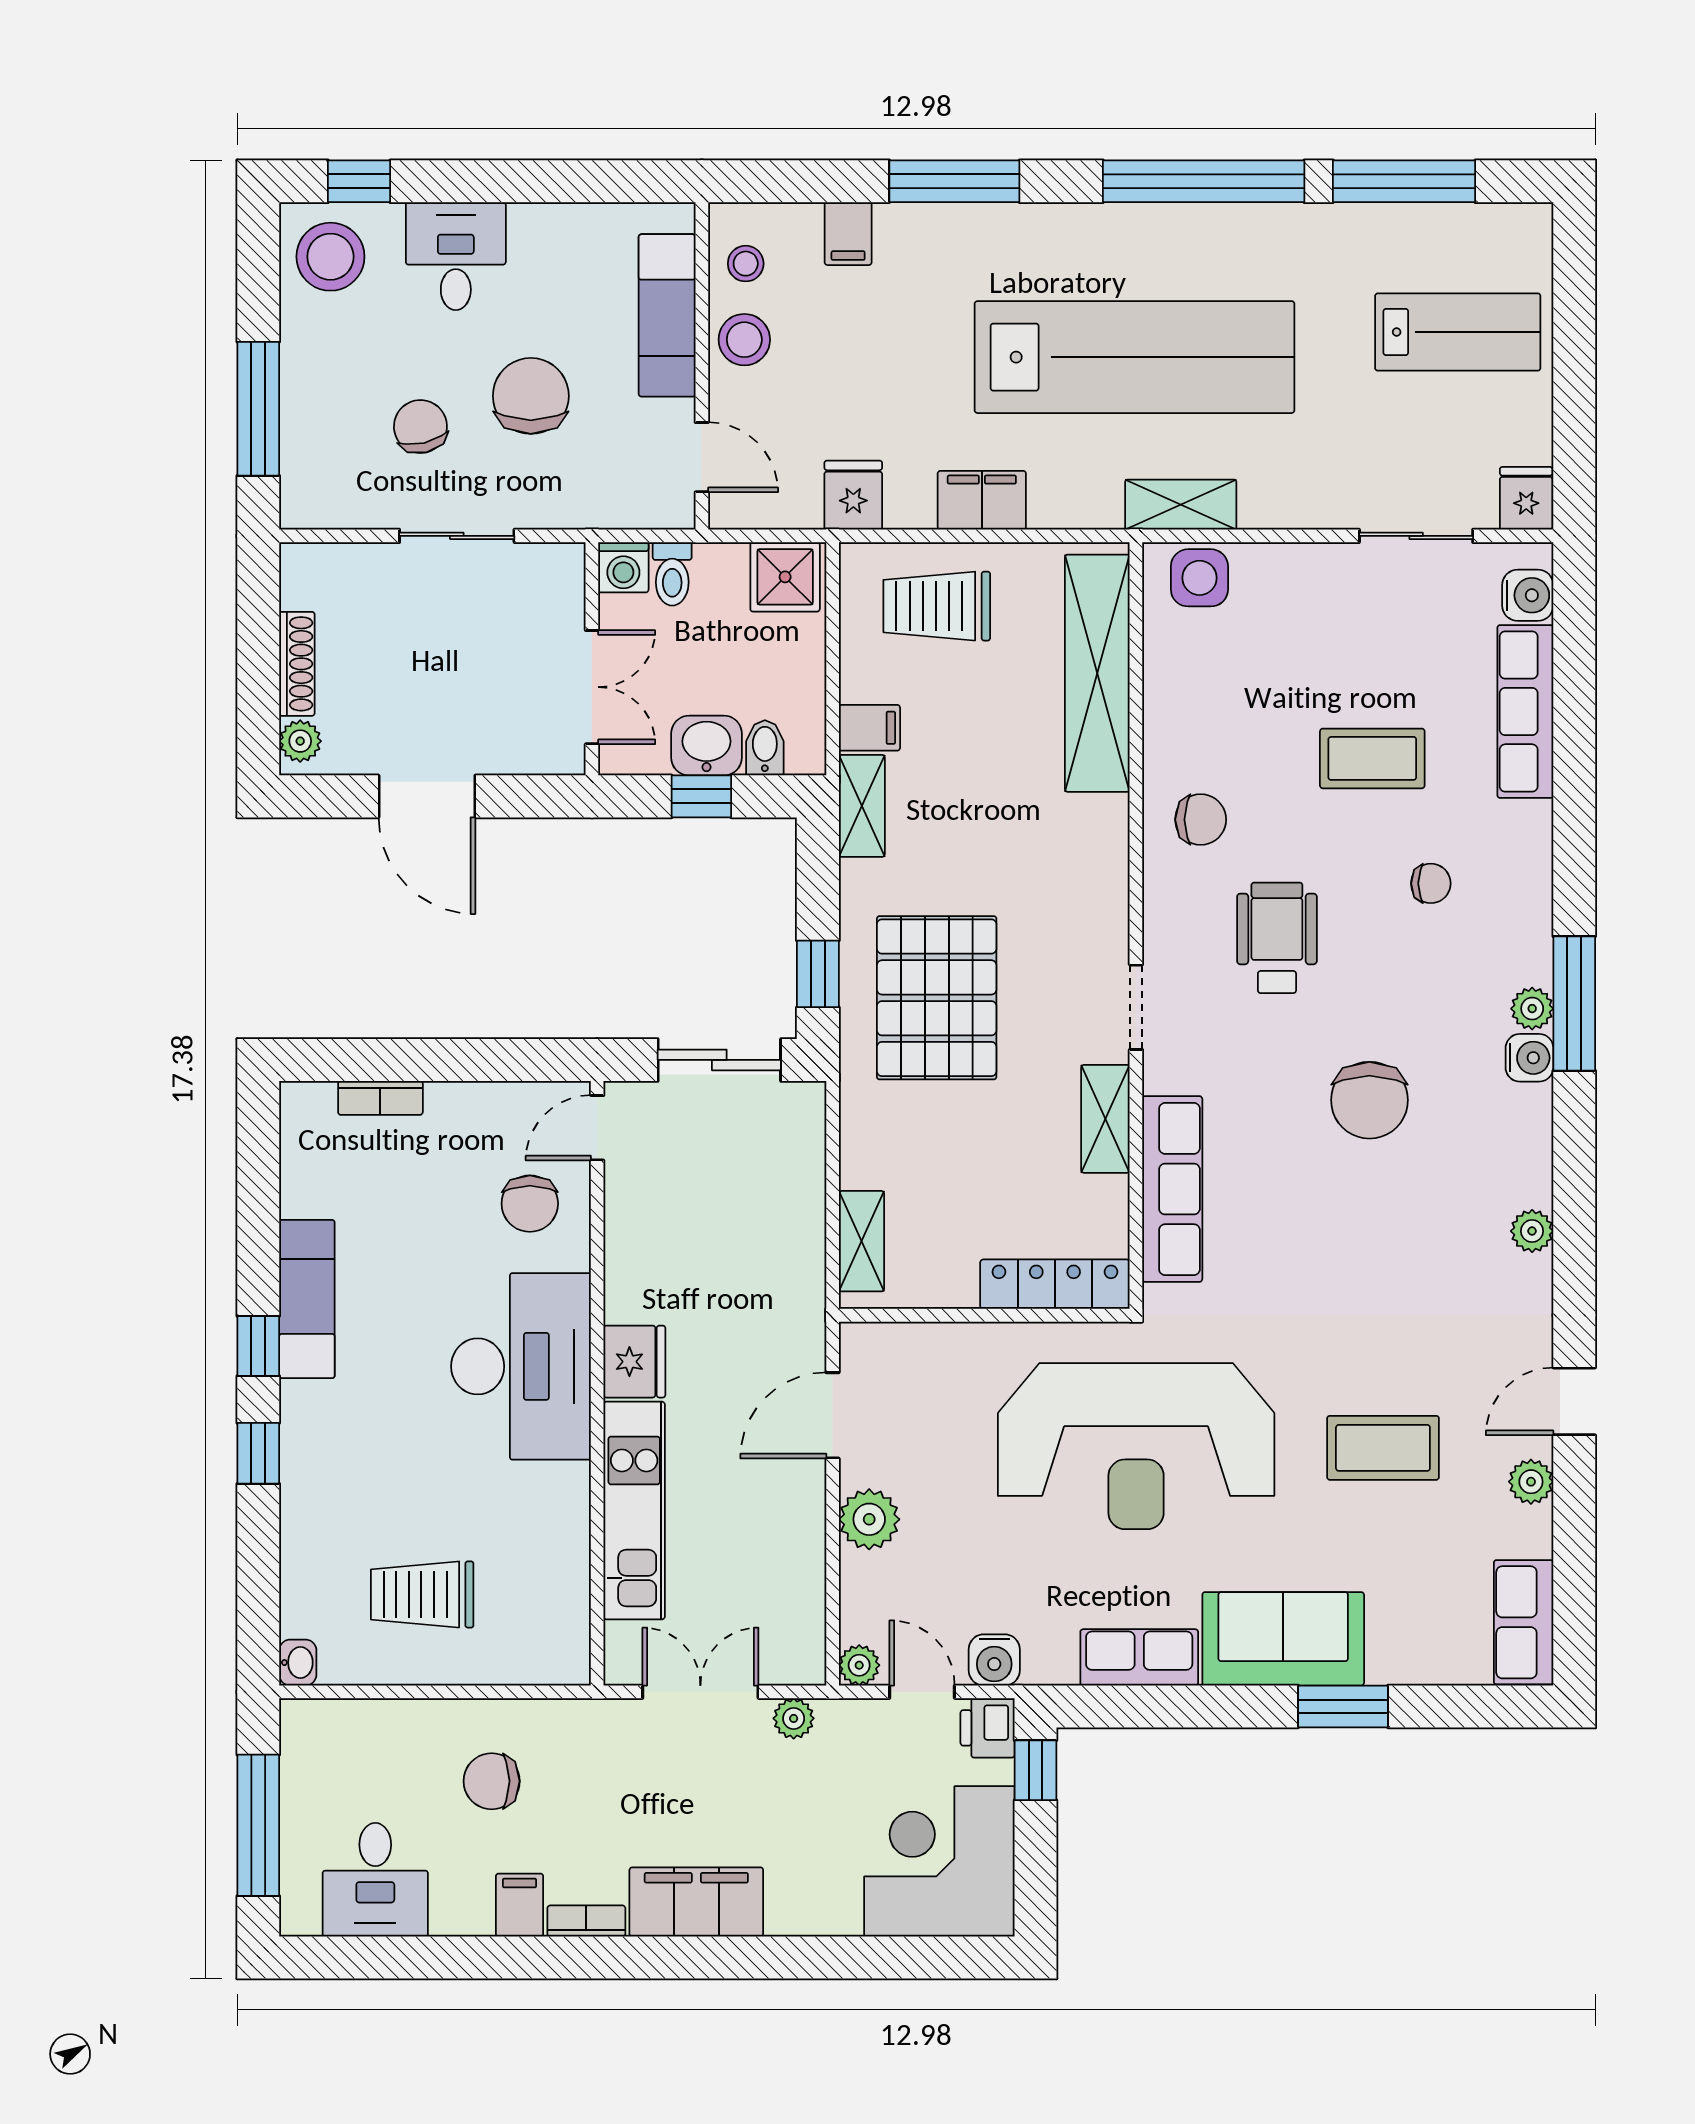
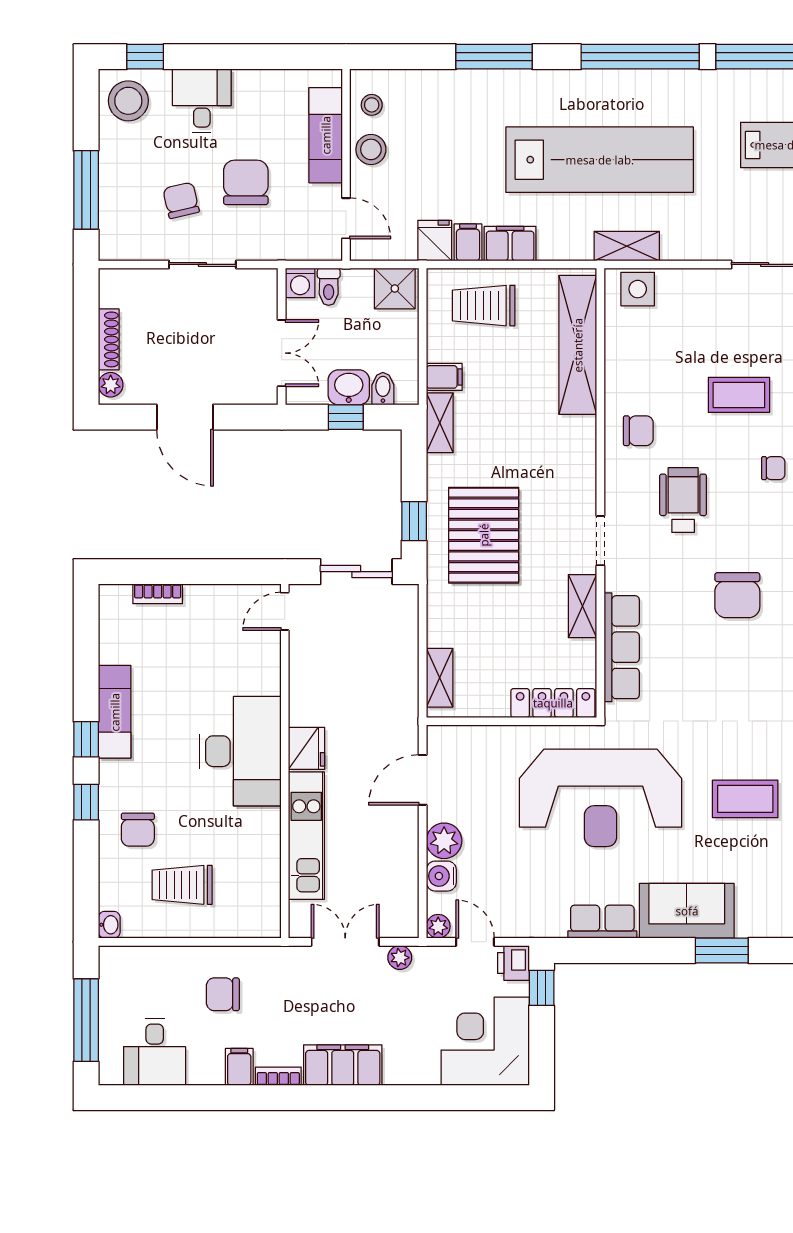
filing cabinet: (848, 234) -> (468, 242), moved, turned 180
chair: (530, 1204) -> (138, 830), moved
water cooler: (994, 1660) -> (441, 876), moved, turned 90

